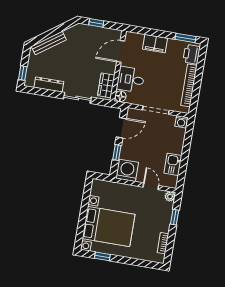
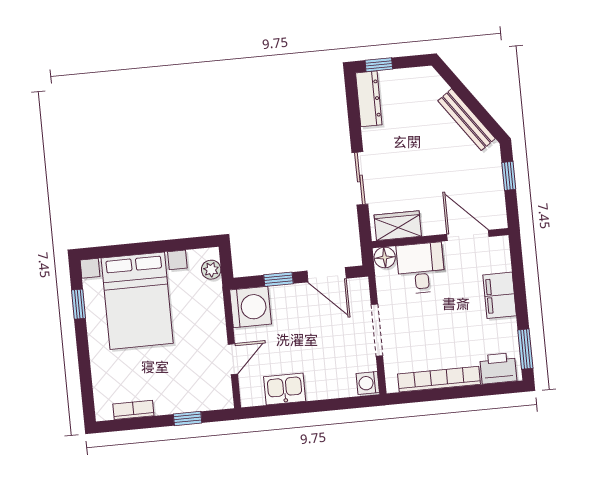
bench: (49, 43) -> (467, 120), moved
dresser: (49, 84) -> (369, 99), moved
plant: (170, 196) -> (211, 270), moved

